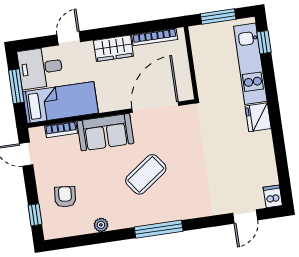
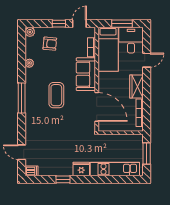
door: (69, 38) -> (147, 60), hinge flipped
window: (264, 42) -> (63, 179), moved
coffee table: (146, 174) -> (56, 95), turned 36
window: (35, 215) -> (59, 24), moved
plant: (51, 231) -> (30, 32), added

